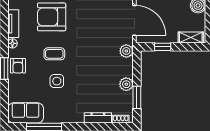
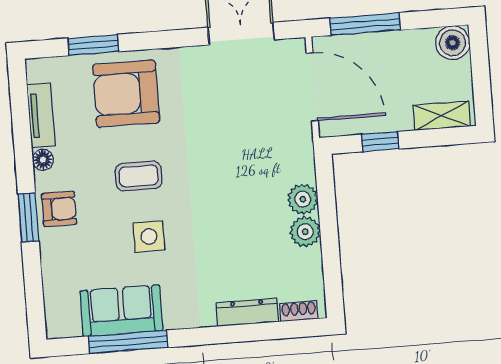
plant: (126, 51) -> (303, 199), moved
armchair: (18, 66) -> (59, 209), turned -90
window: (137, 97) -> (331, 259), removed
sofa: (26, 113) -> (121, 311), moved

